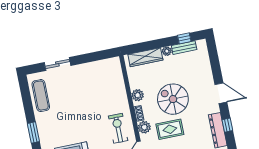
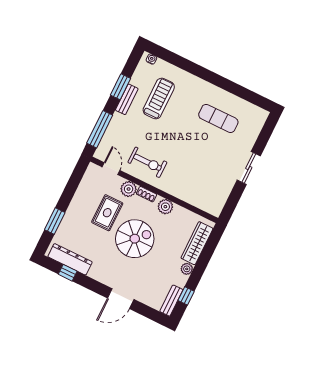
bench: (184, 48) -> (171, 301), moved
sliding door: (57, 64) -> (249, 168), moved
door: (221, 93) -> (121, 299), moved
exercise mat: (41, 96) -> (218, 118), moved
window: (33, 133) -> (207, 75), removed

